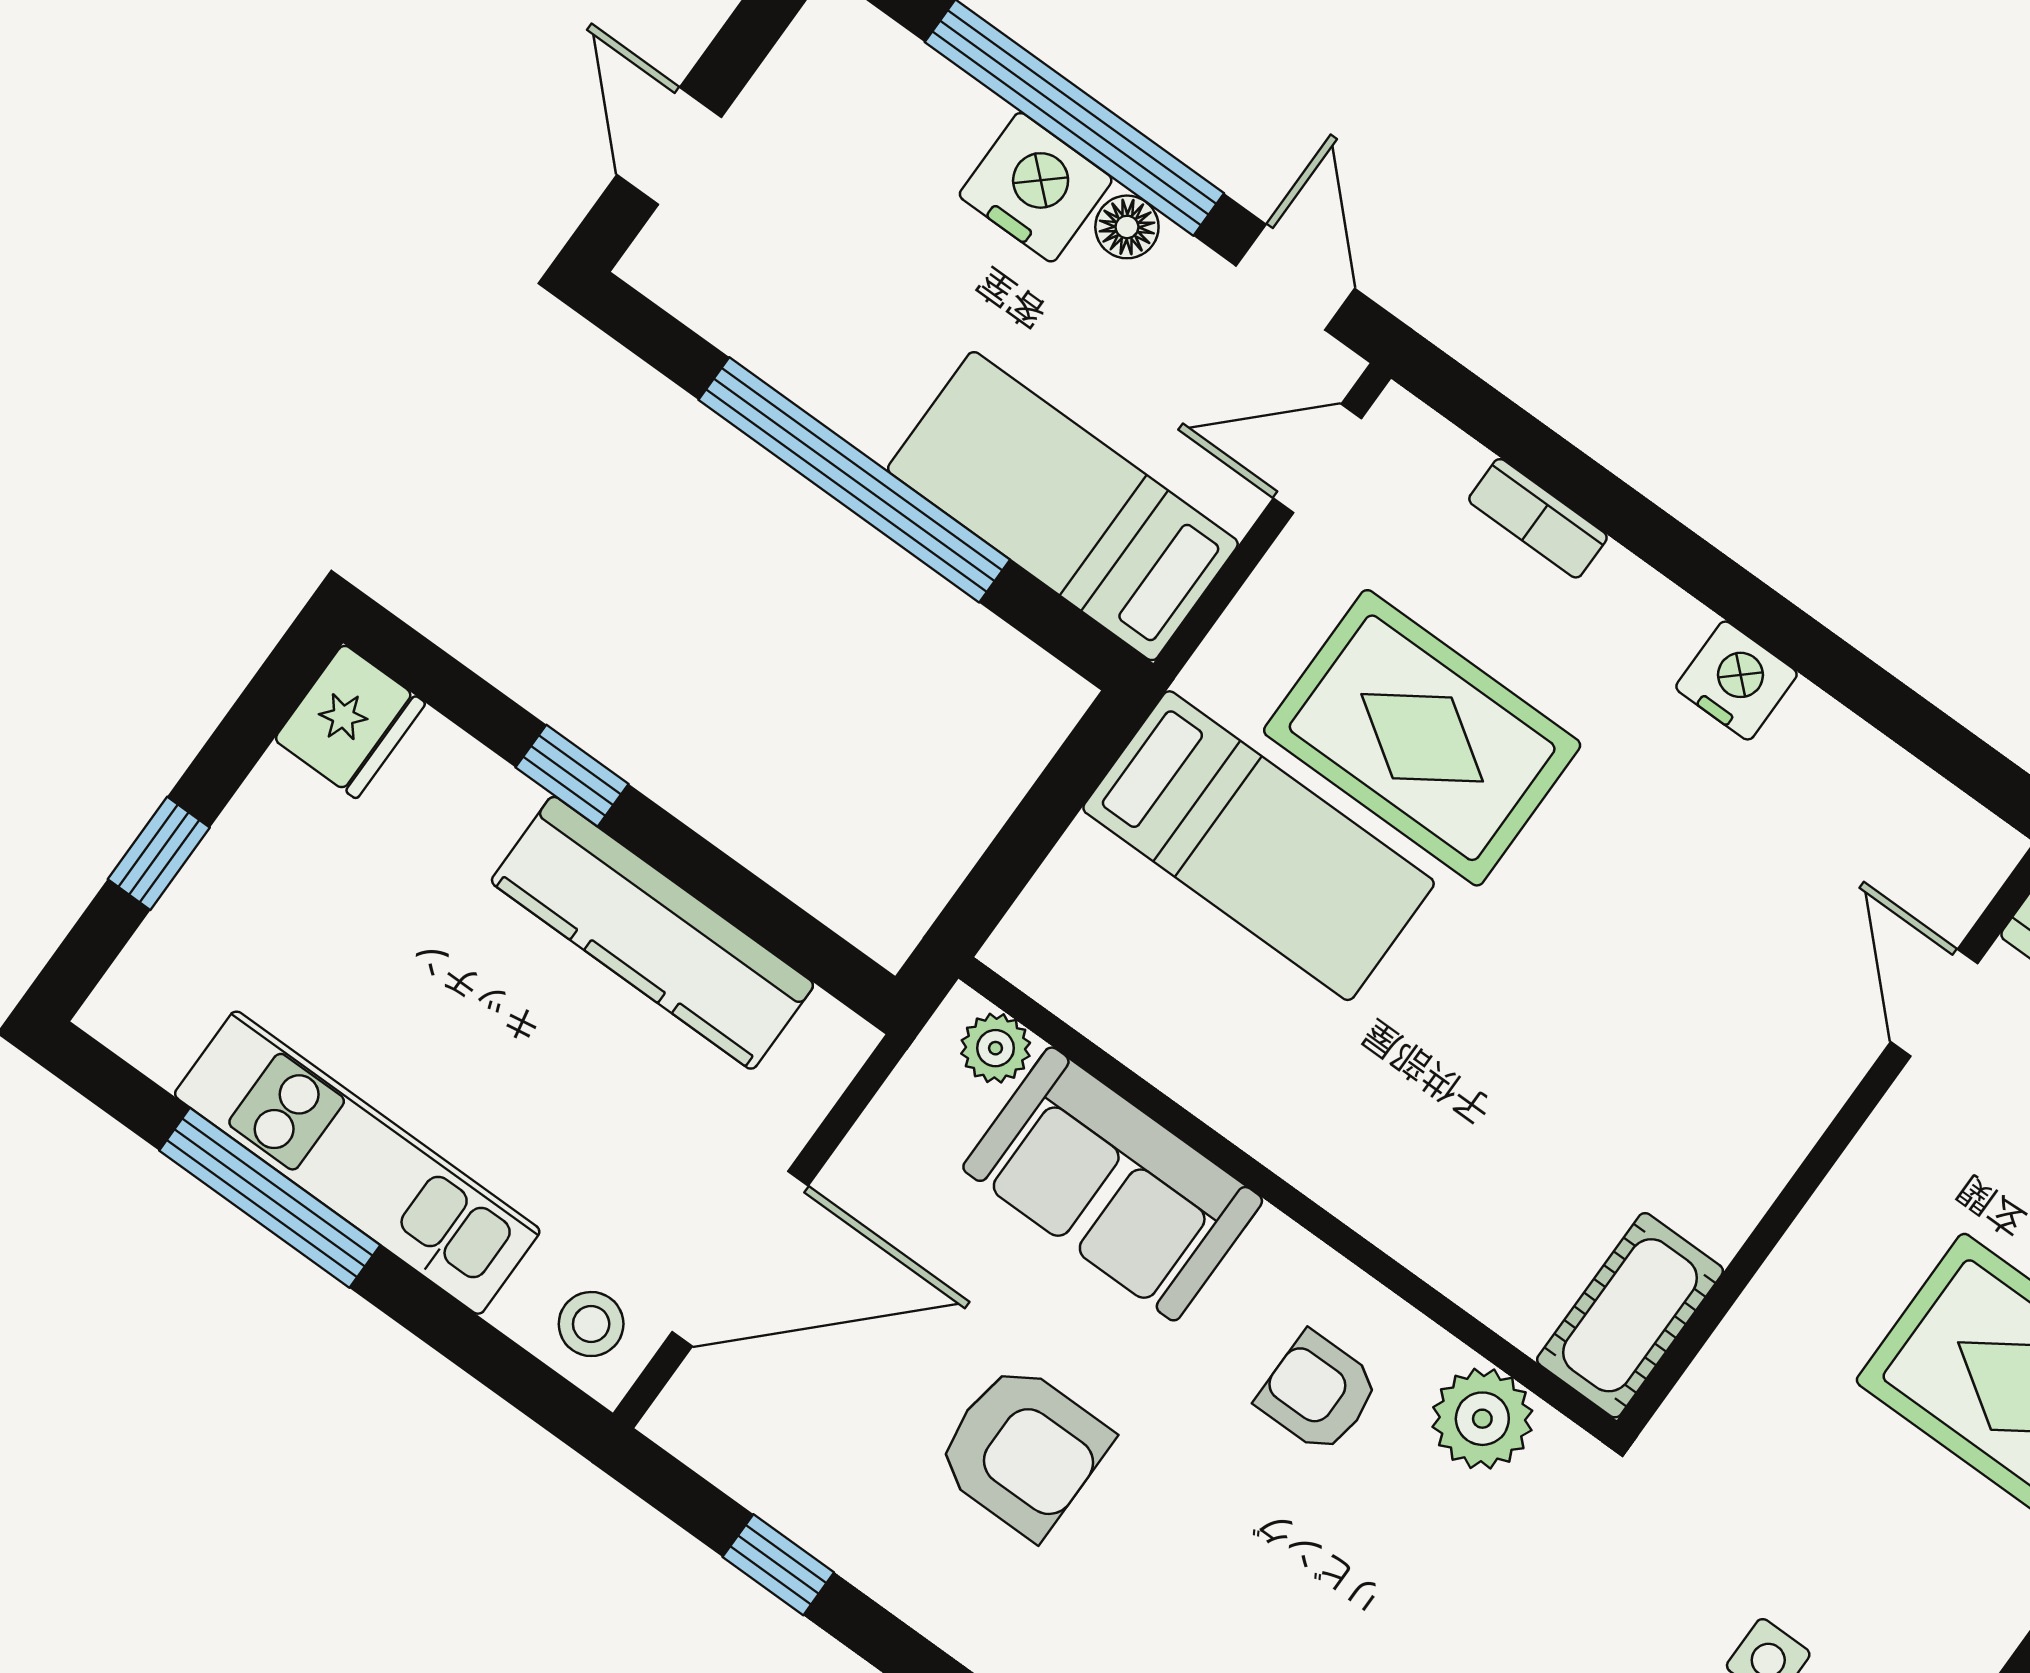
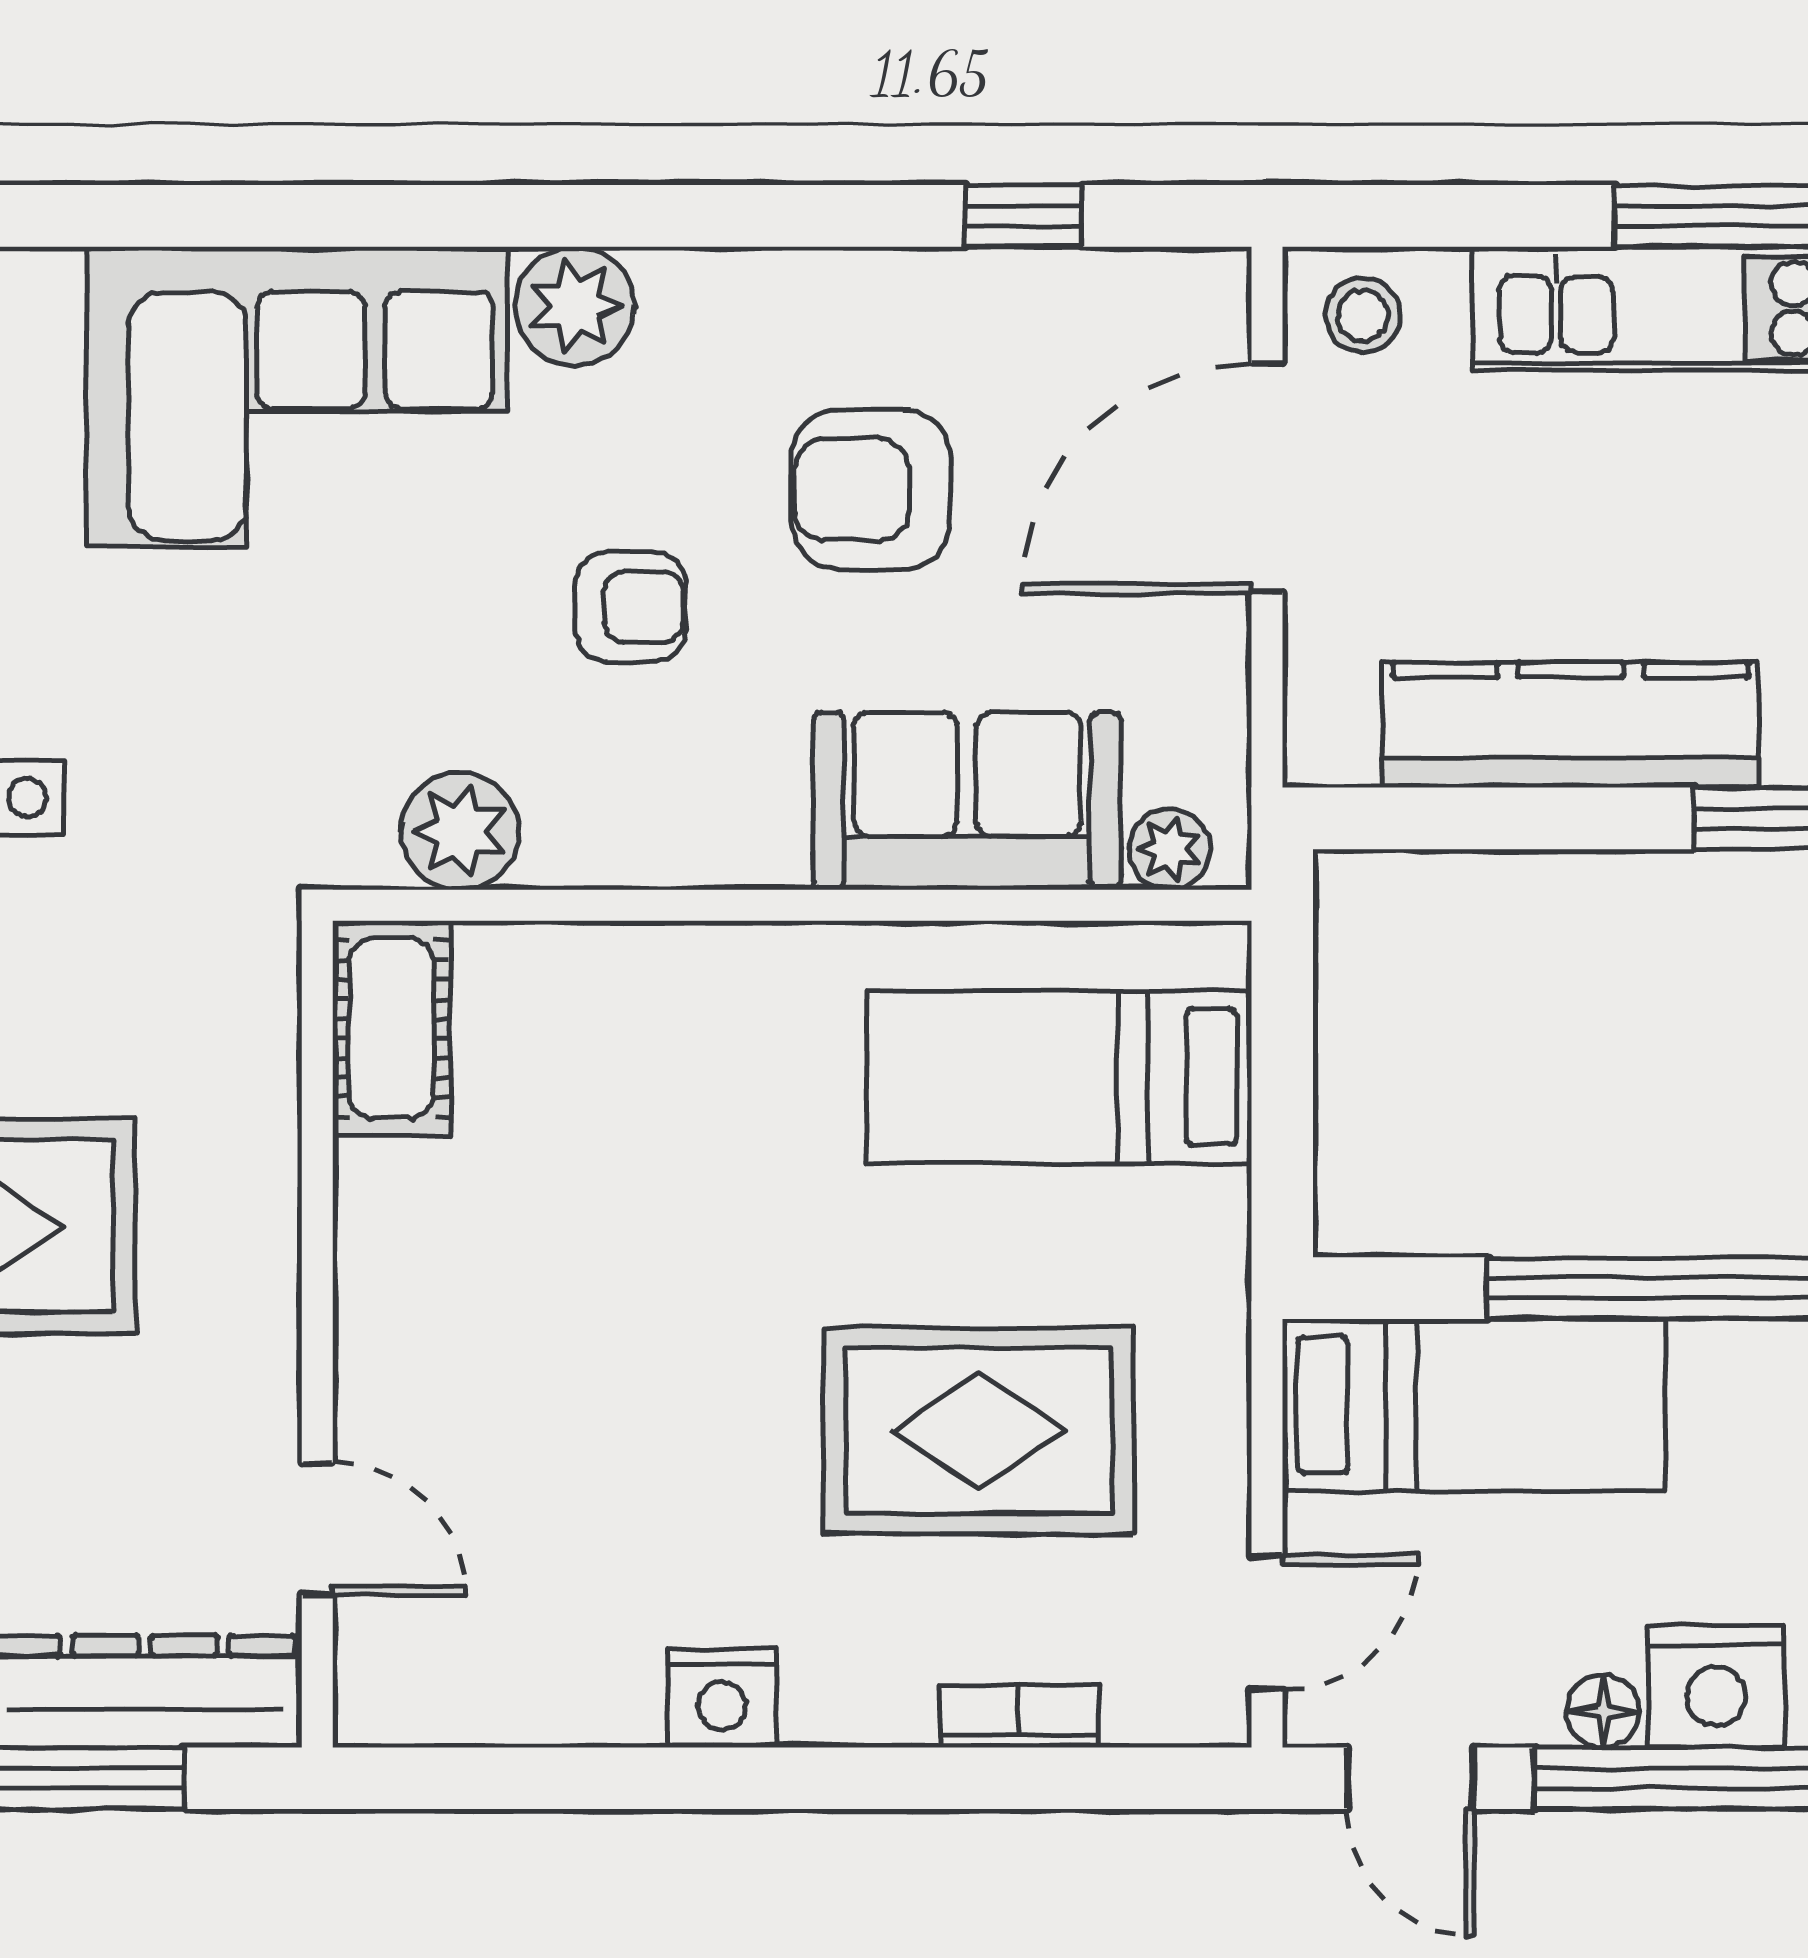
bed: (1259, 846) -> (1059, 1077), moved
armchair: (1318, 1393) -> (630, 607), moved

